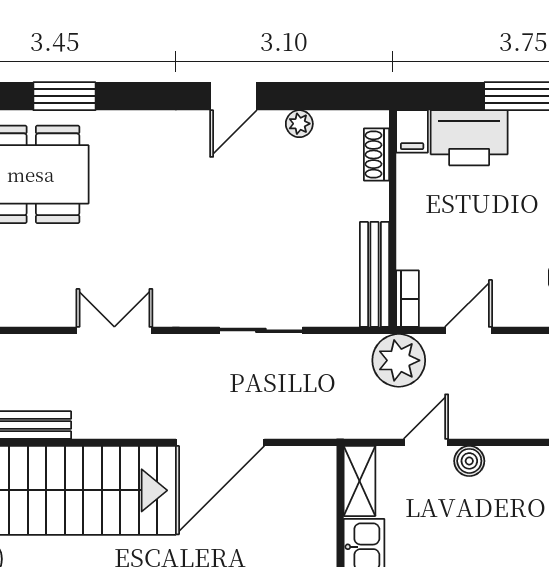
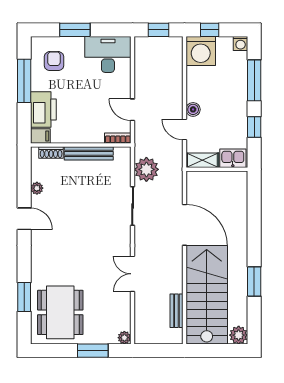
bench: (374, 274) -> (89, 153), moved
plant: (399, 360) -> (146, 169), moved

